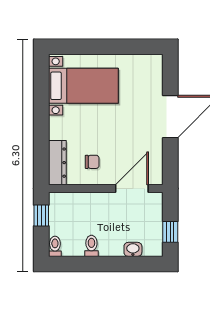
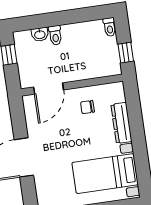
dresser: (57, 163) -> (121, 123), moved
toilet: (91, 246) -> (55, 35), moved

